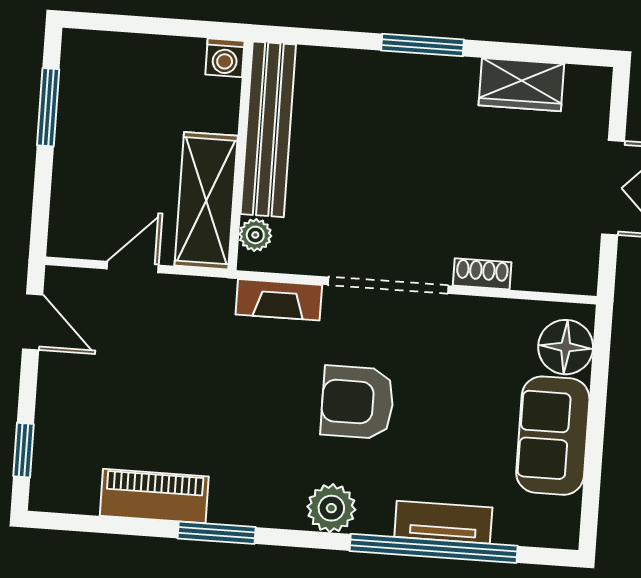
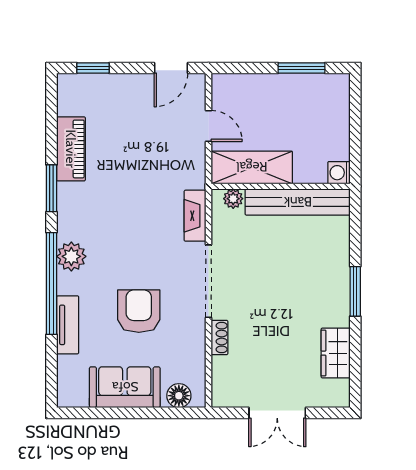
floor lamp: (566, 347) -> (179, 396), width x0.73, depth x0.73
armchair: (357, 402) -> (139, 311), moved
window: (434, 548) -> (51, 284), moved

